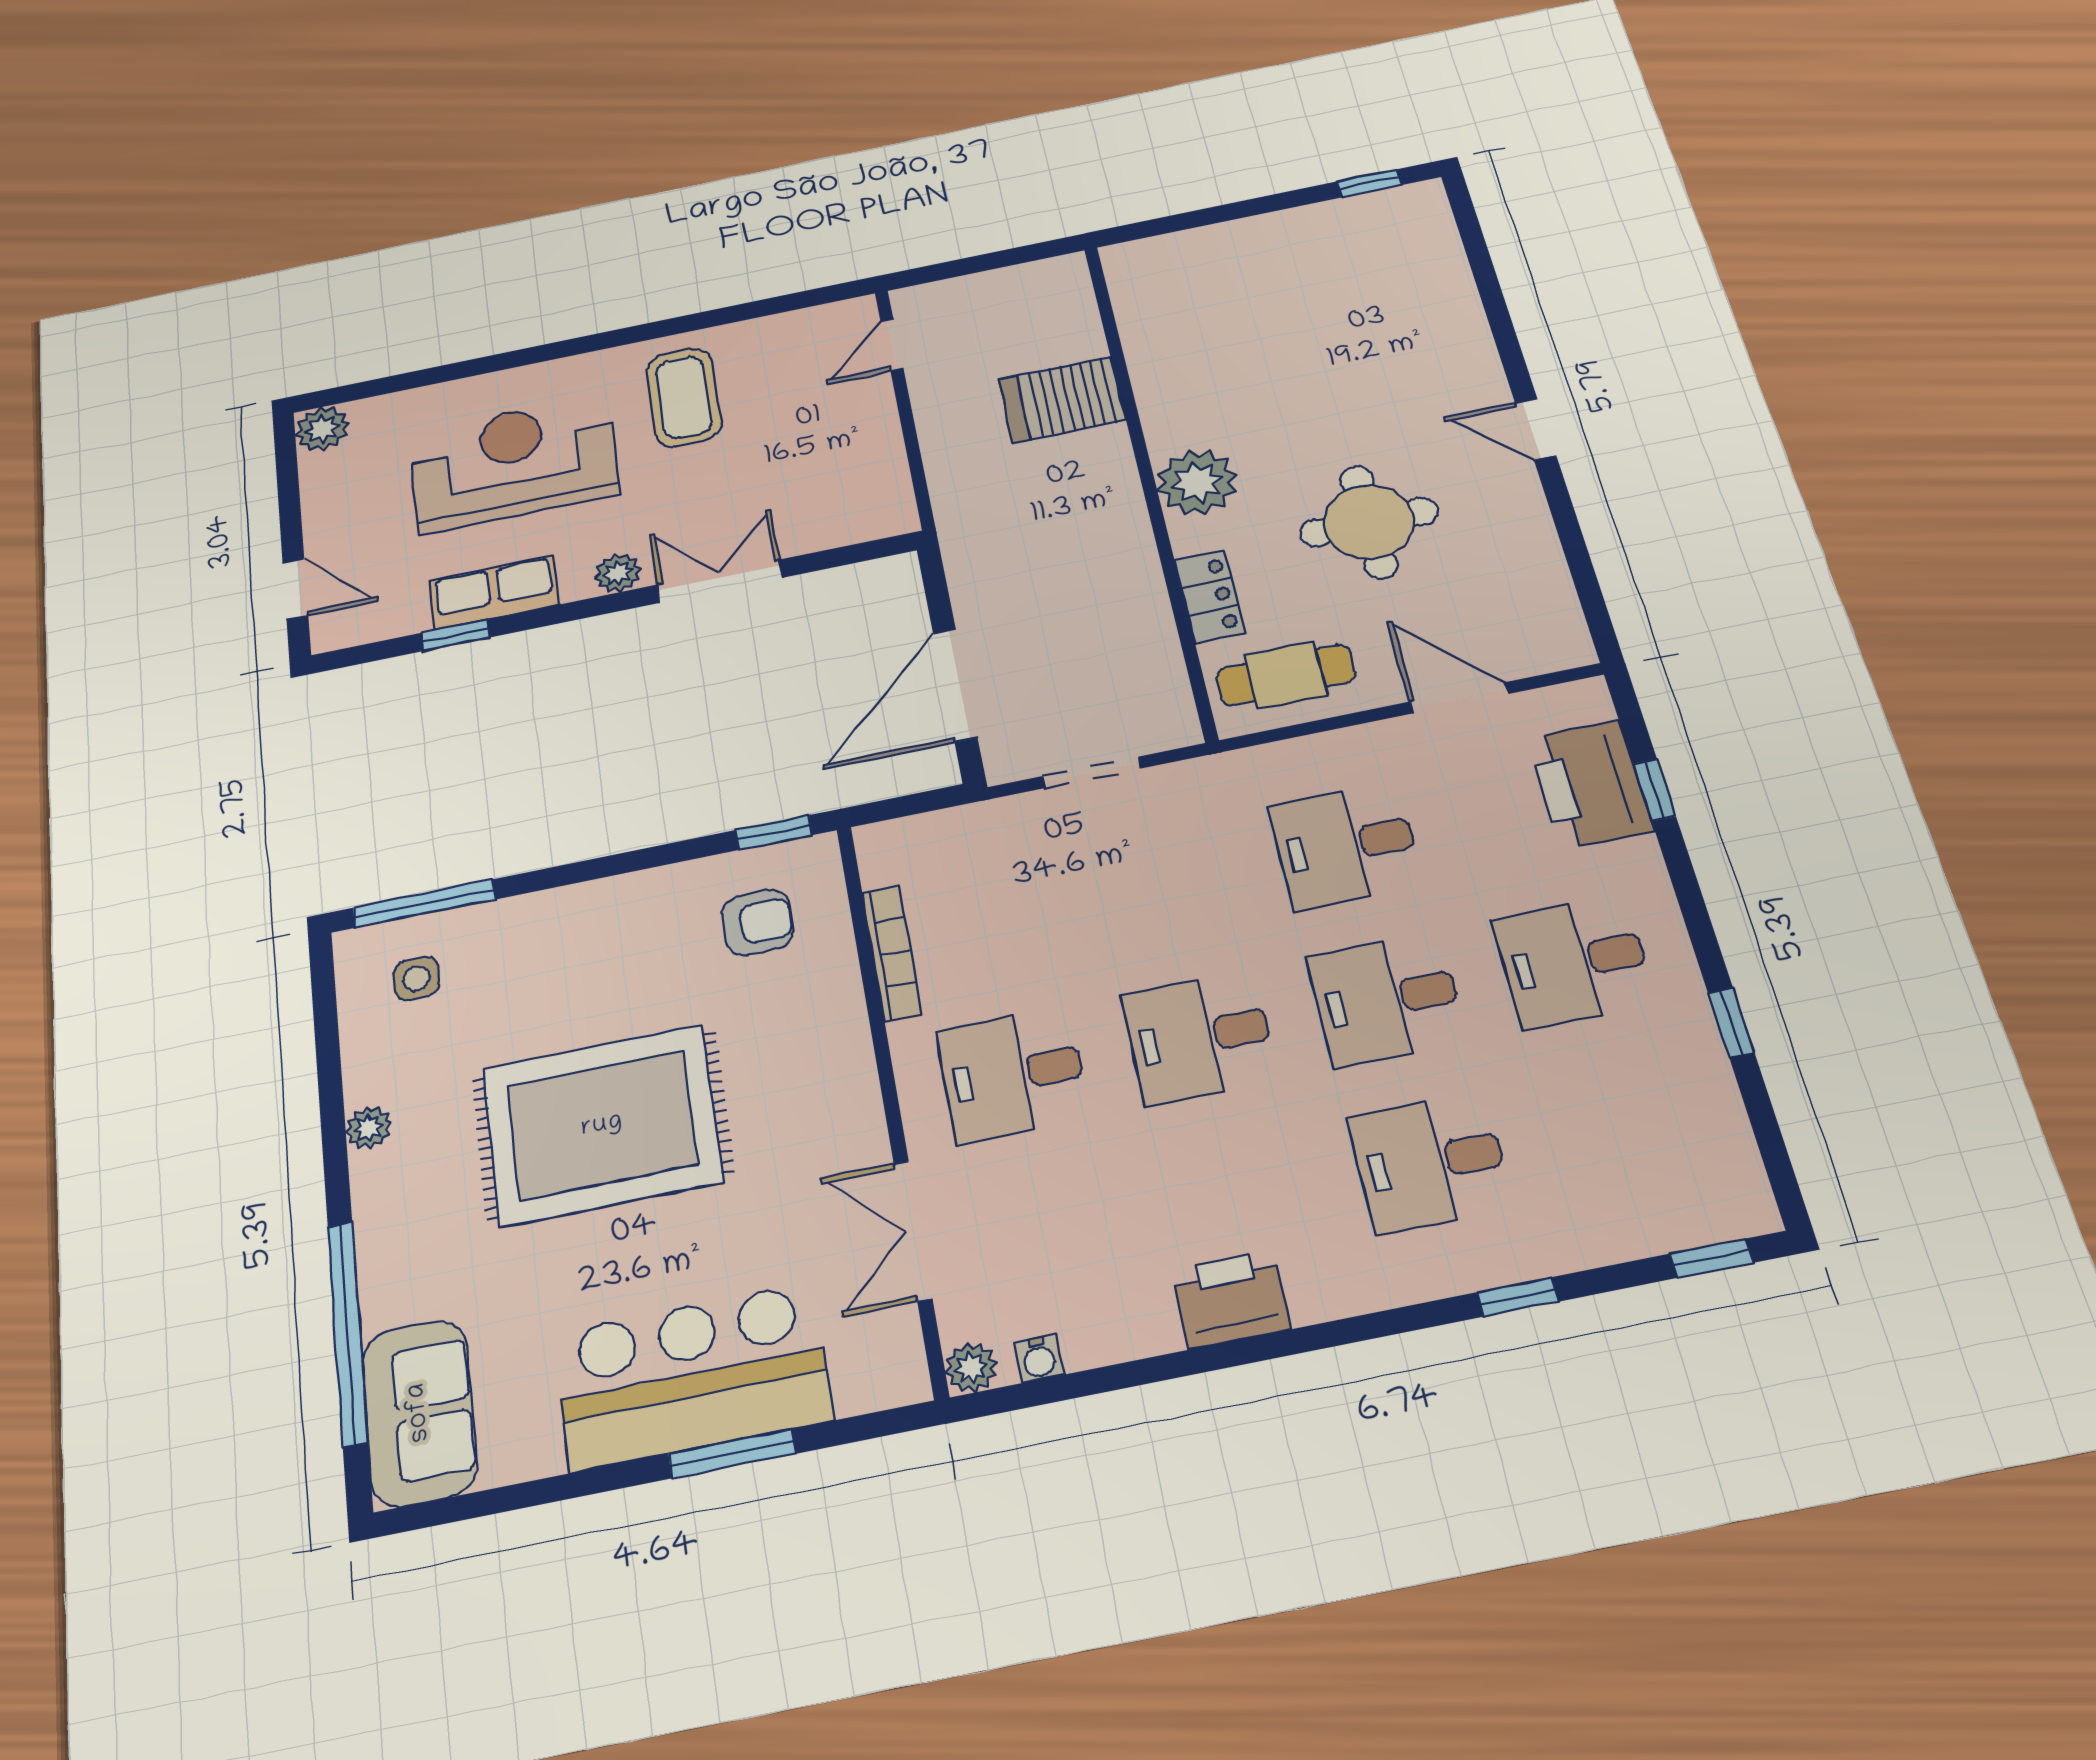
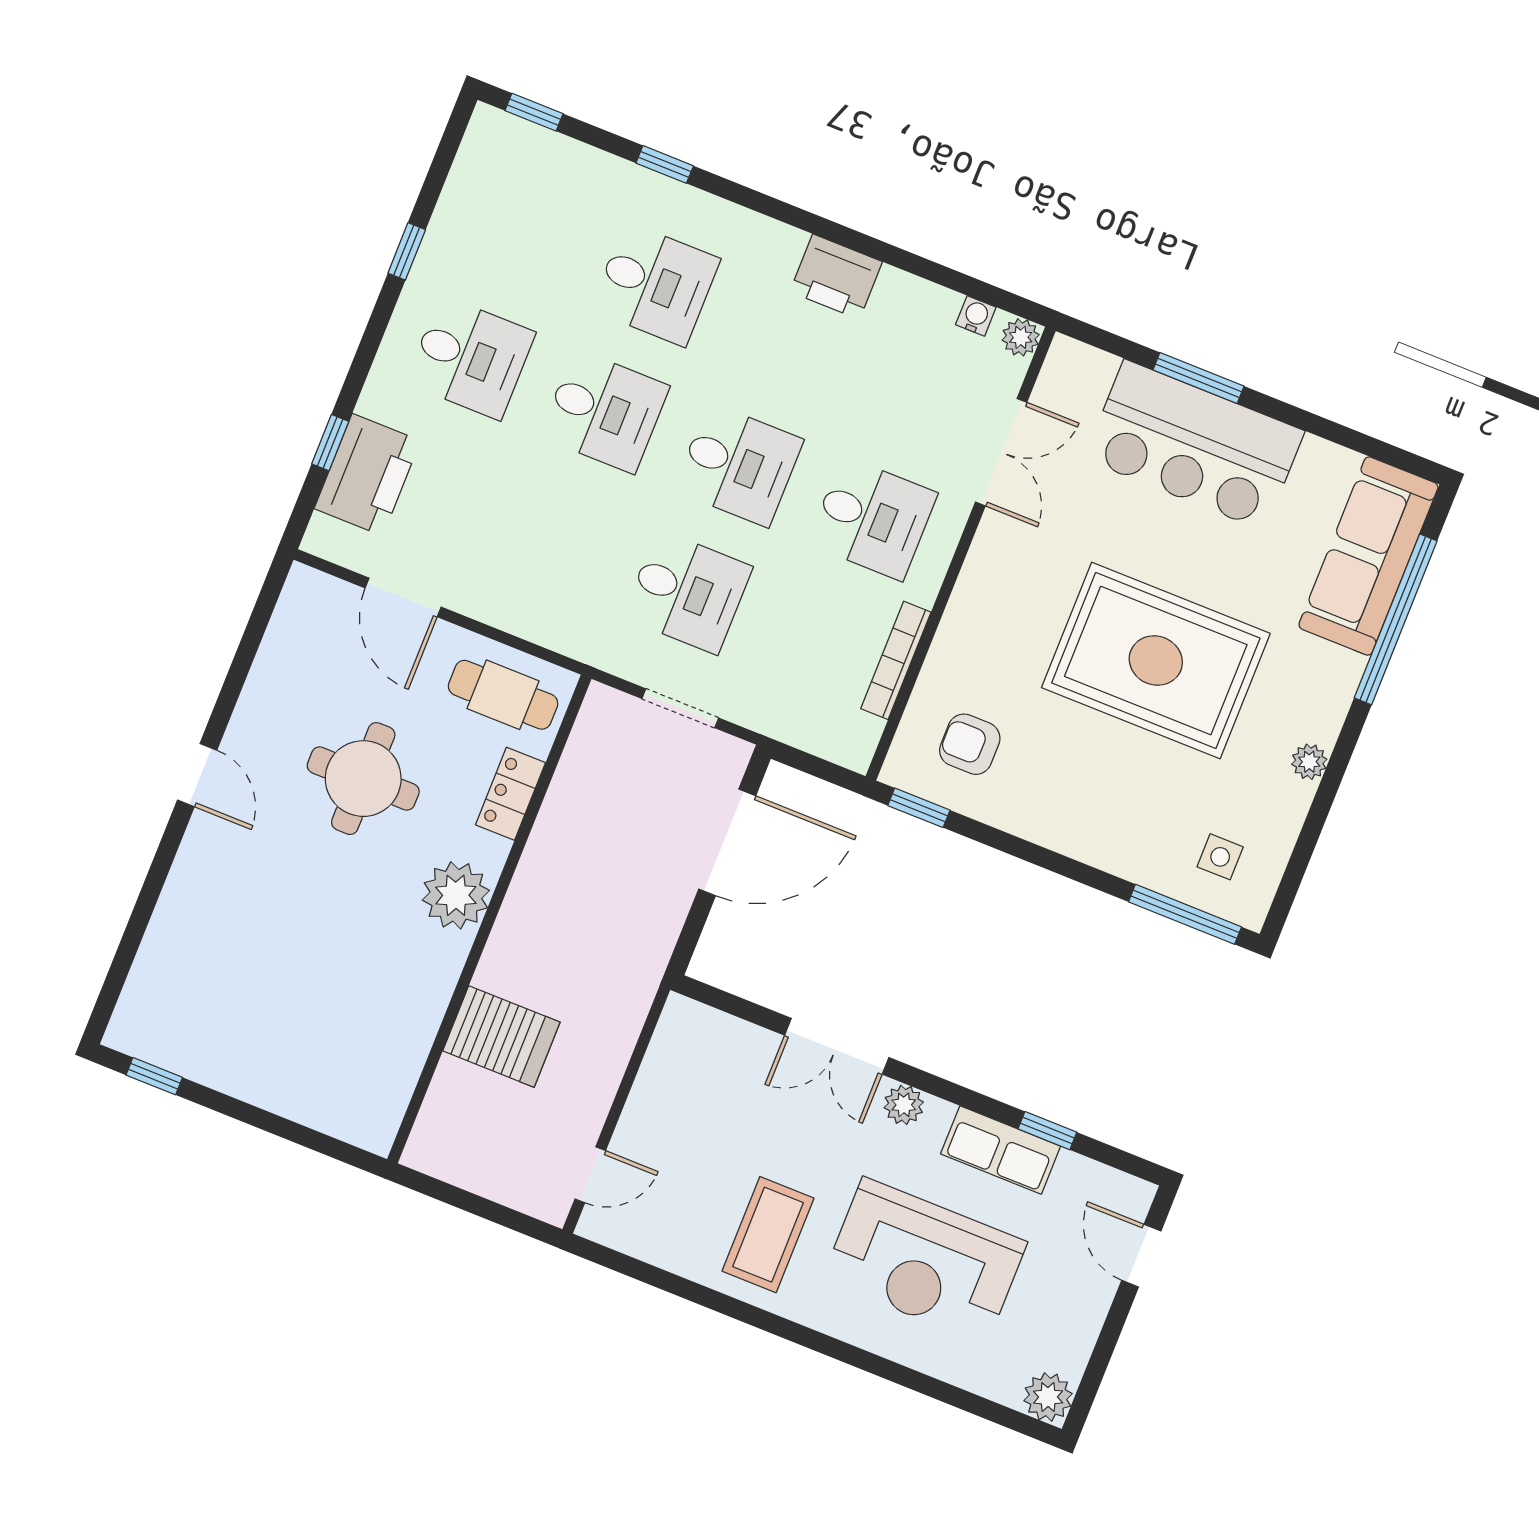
desk: (1346, 845) -> (688, 592), moved
sofa: (419, 1413) -> (1368, 556), width x1.36

